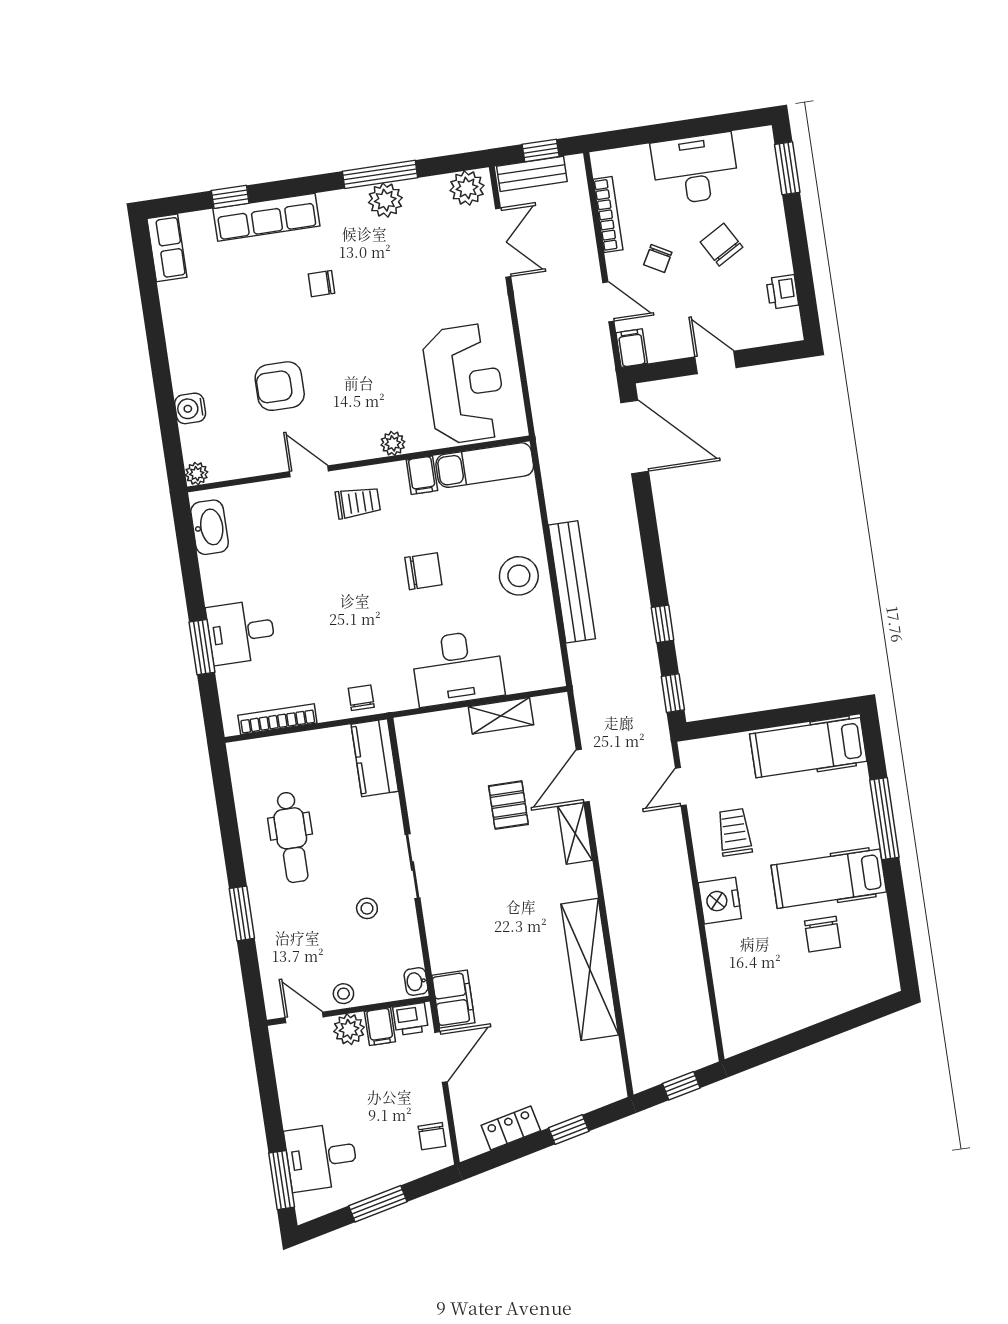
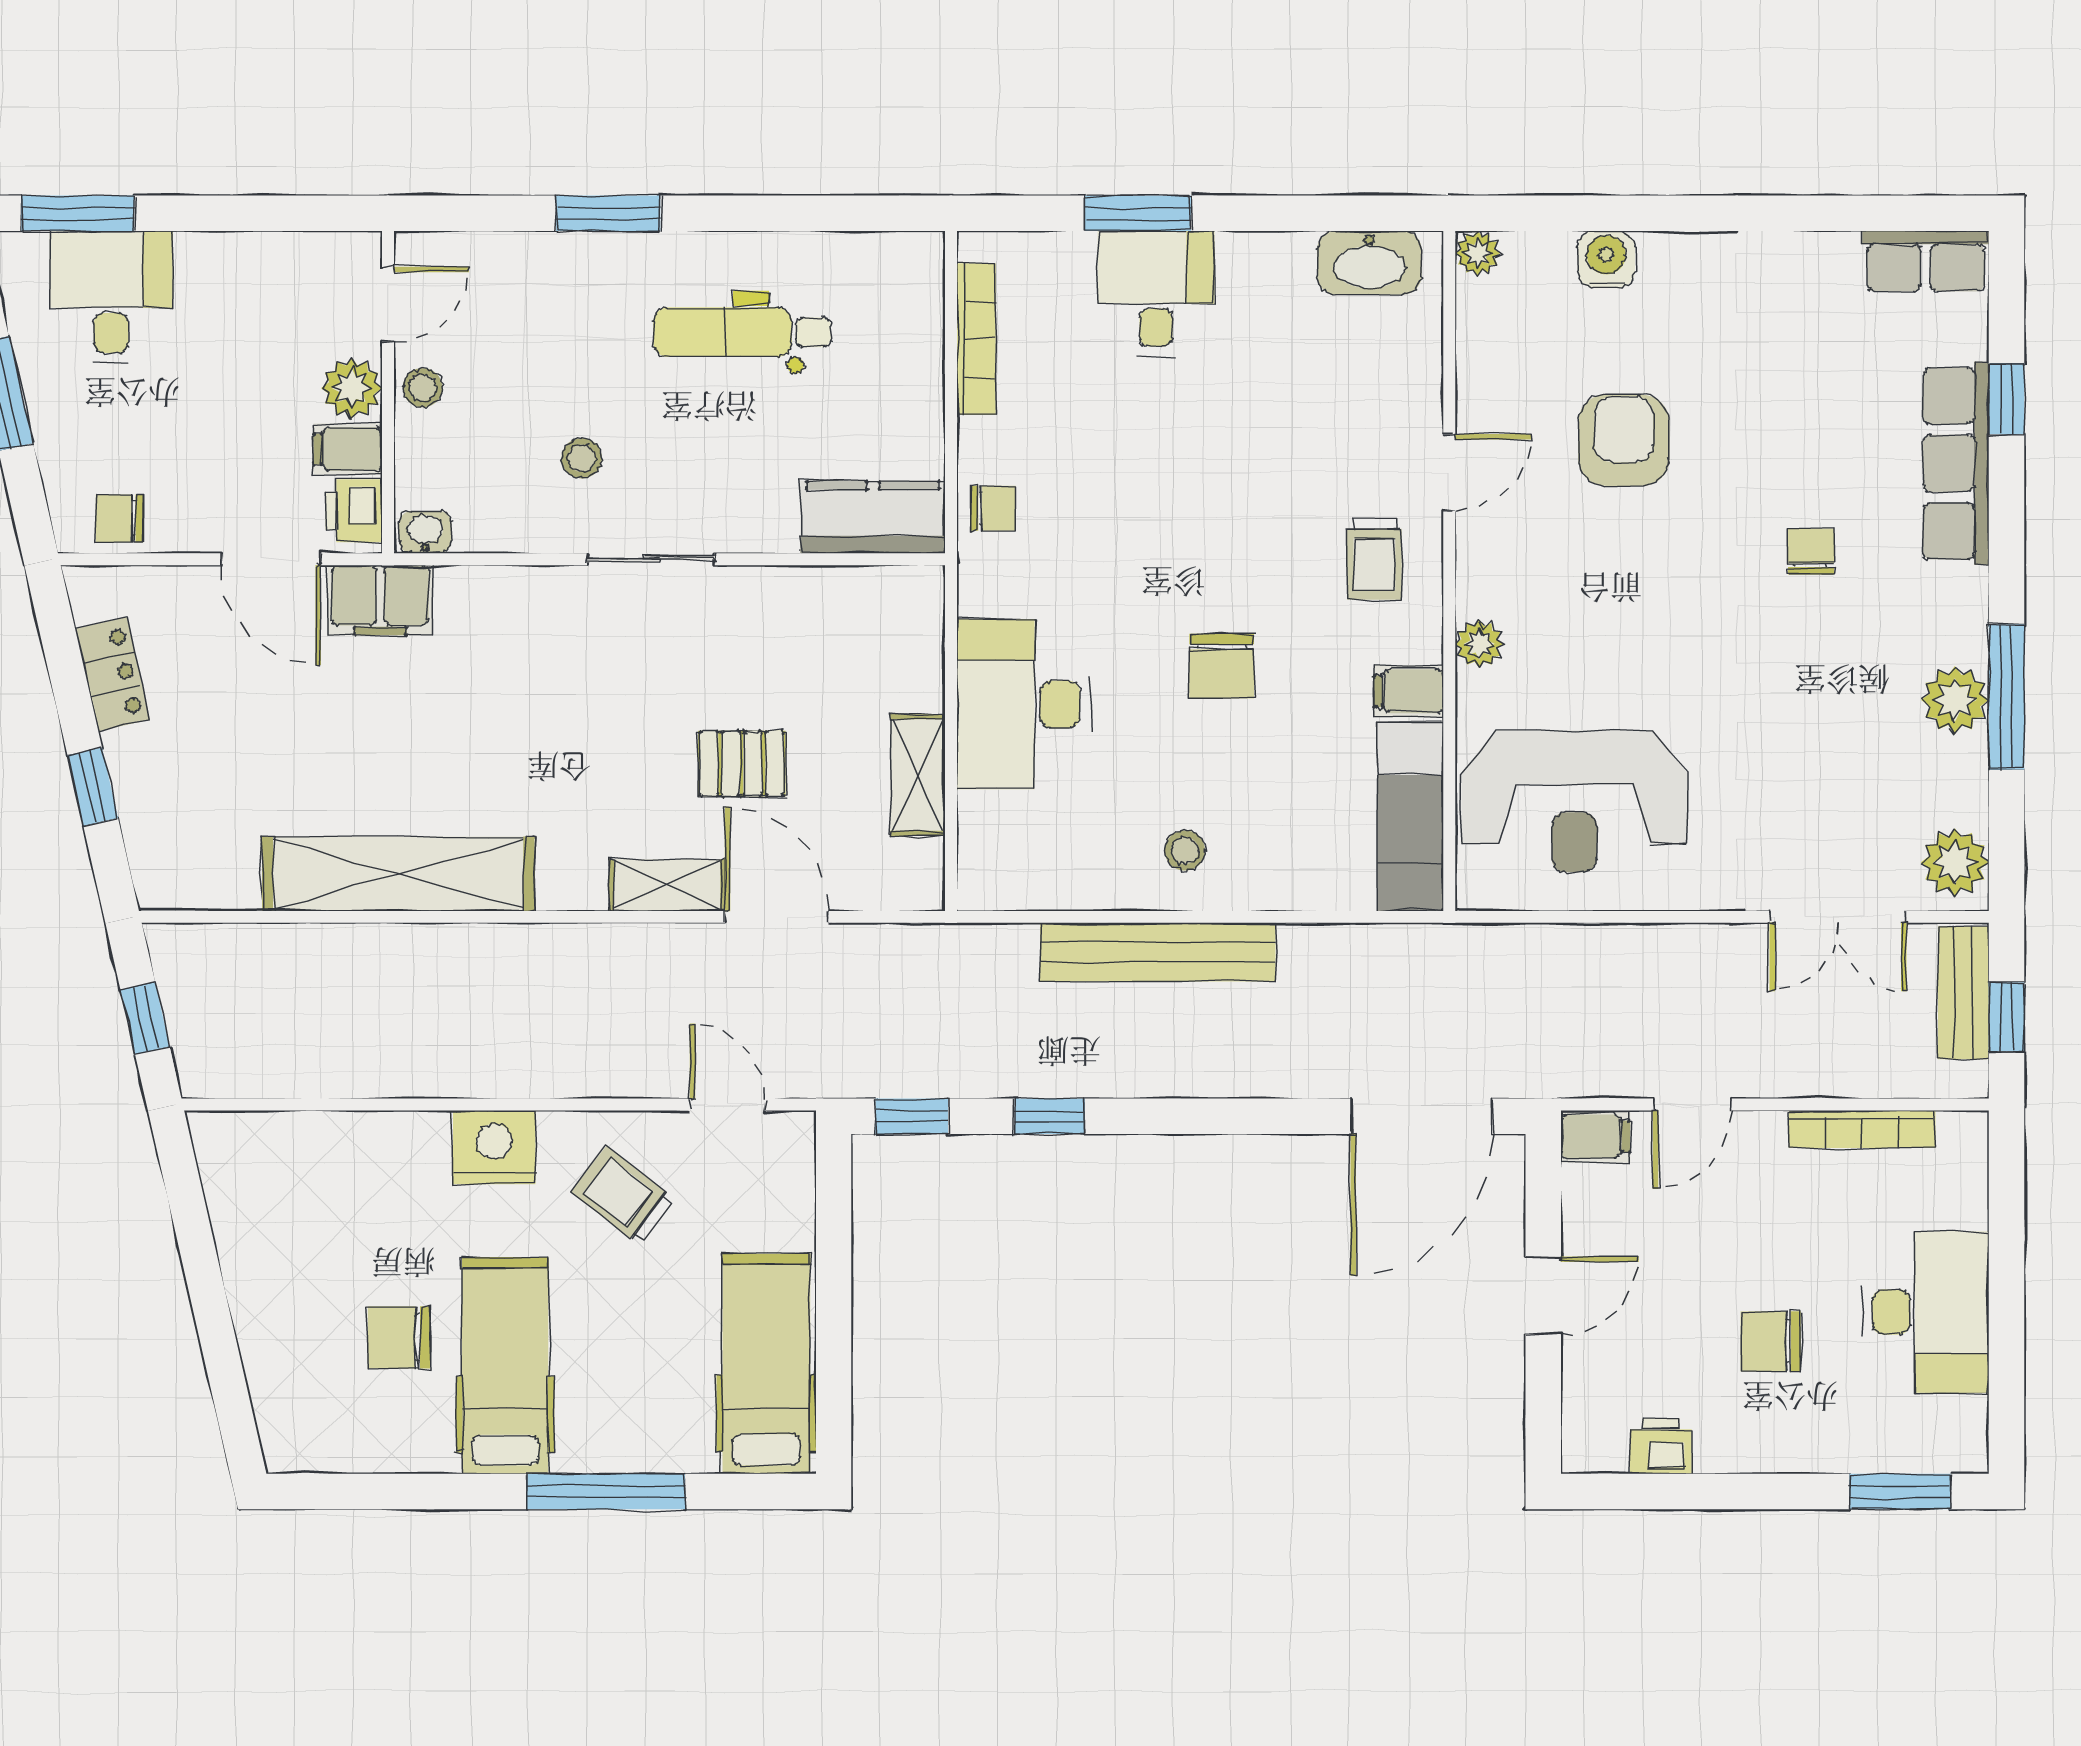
chair: (721, 245) -> (1771, 1341), turned -150
chair: (658, 258) -> (1762, 1213), removed
stool: (519, 576) -> (1185, 851), width x0.53, depth x0.53
trolley: (734, 832) -> (623, 1196), turned -142

